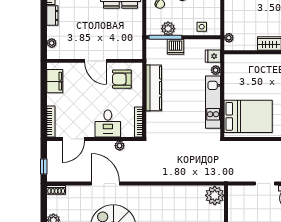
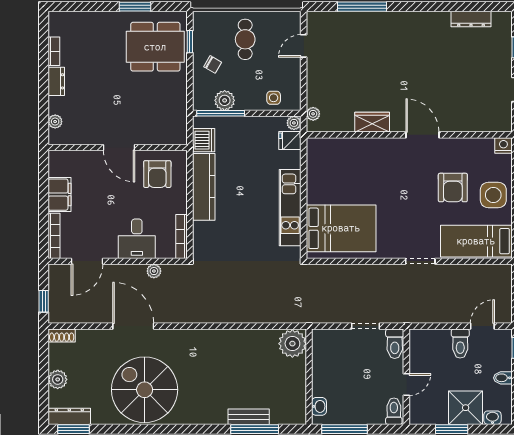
dishwasher: (176, 47) -> (204, 140), moved, turned -90
plant: (216, 70) -> (294, 123), moved
armchair: (122, 79) -> (157, 174), turned -90
filing cabinet: (55, 81) -> (60, 195), moved

